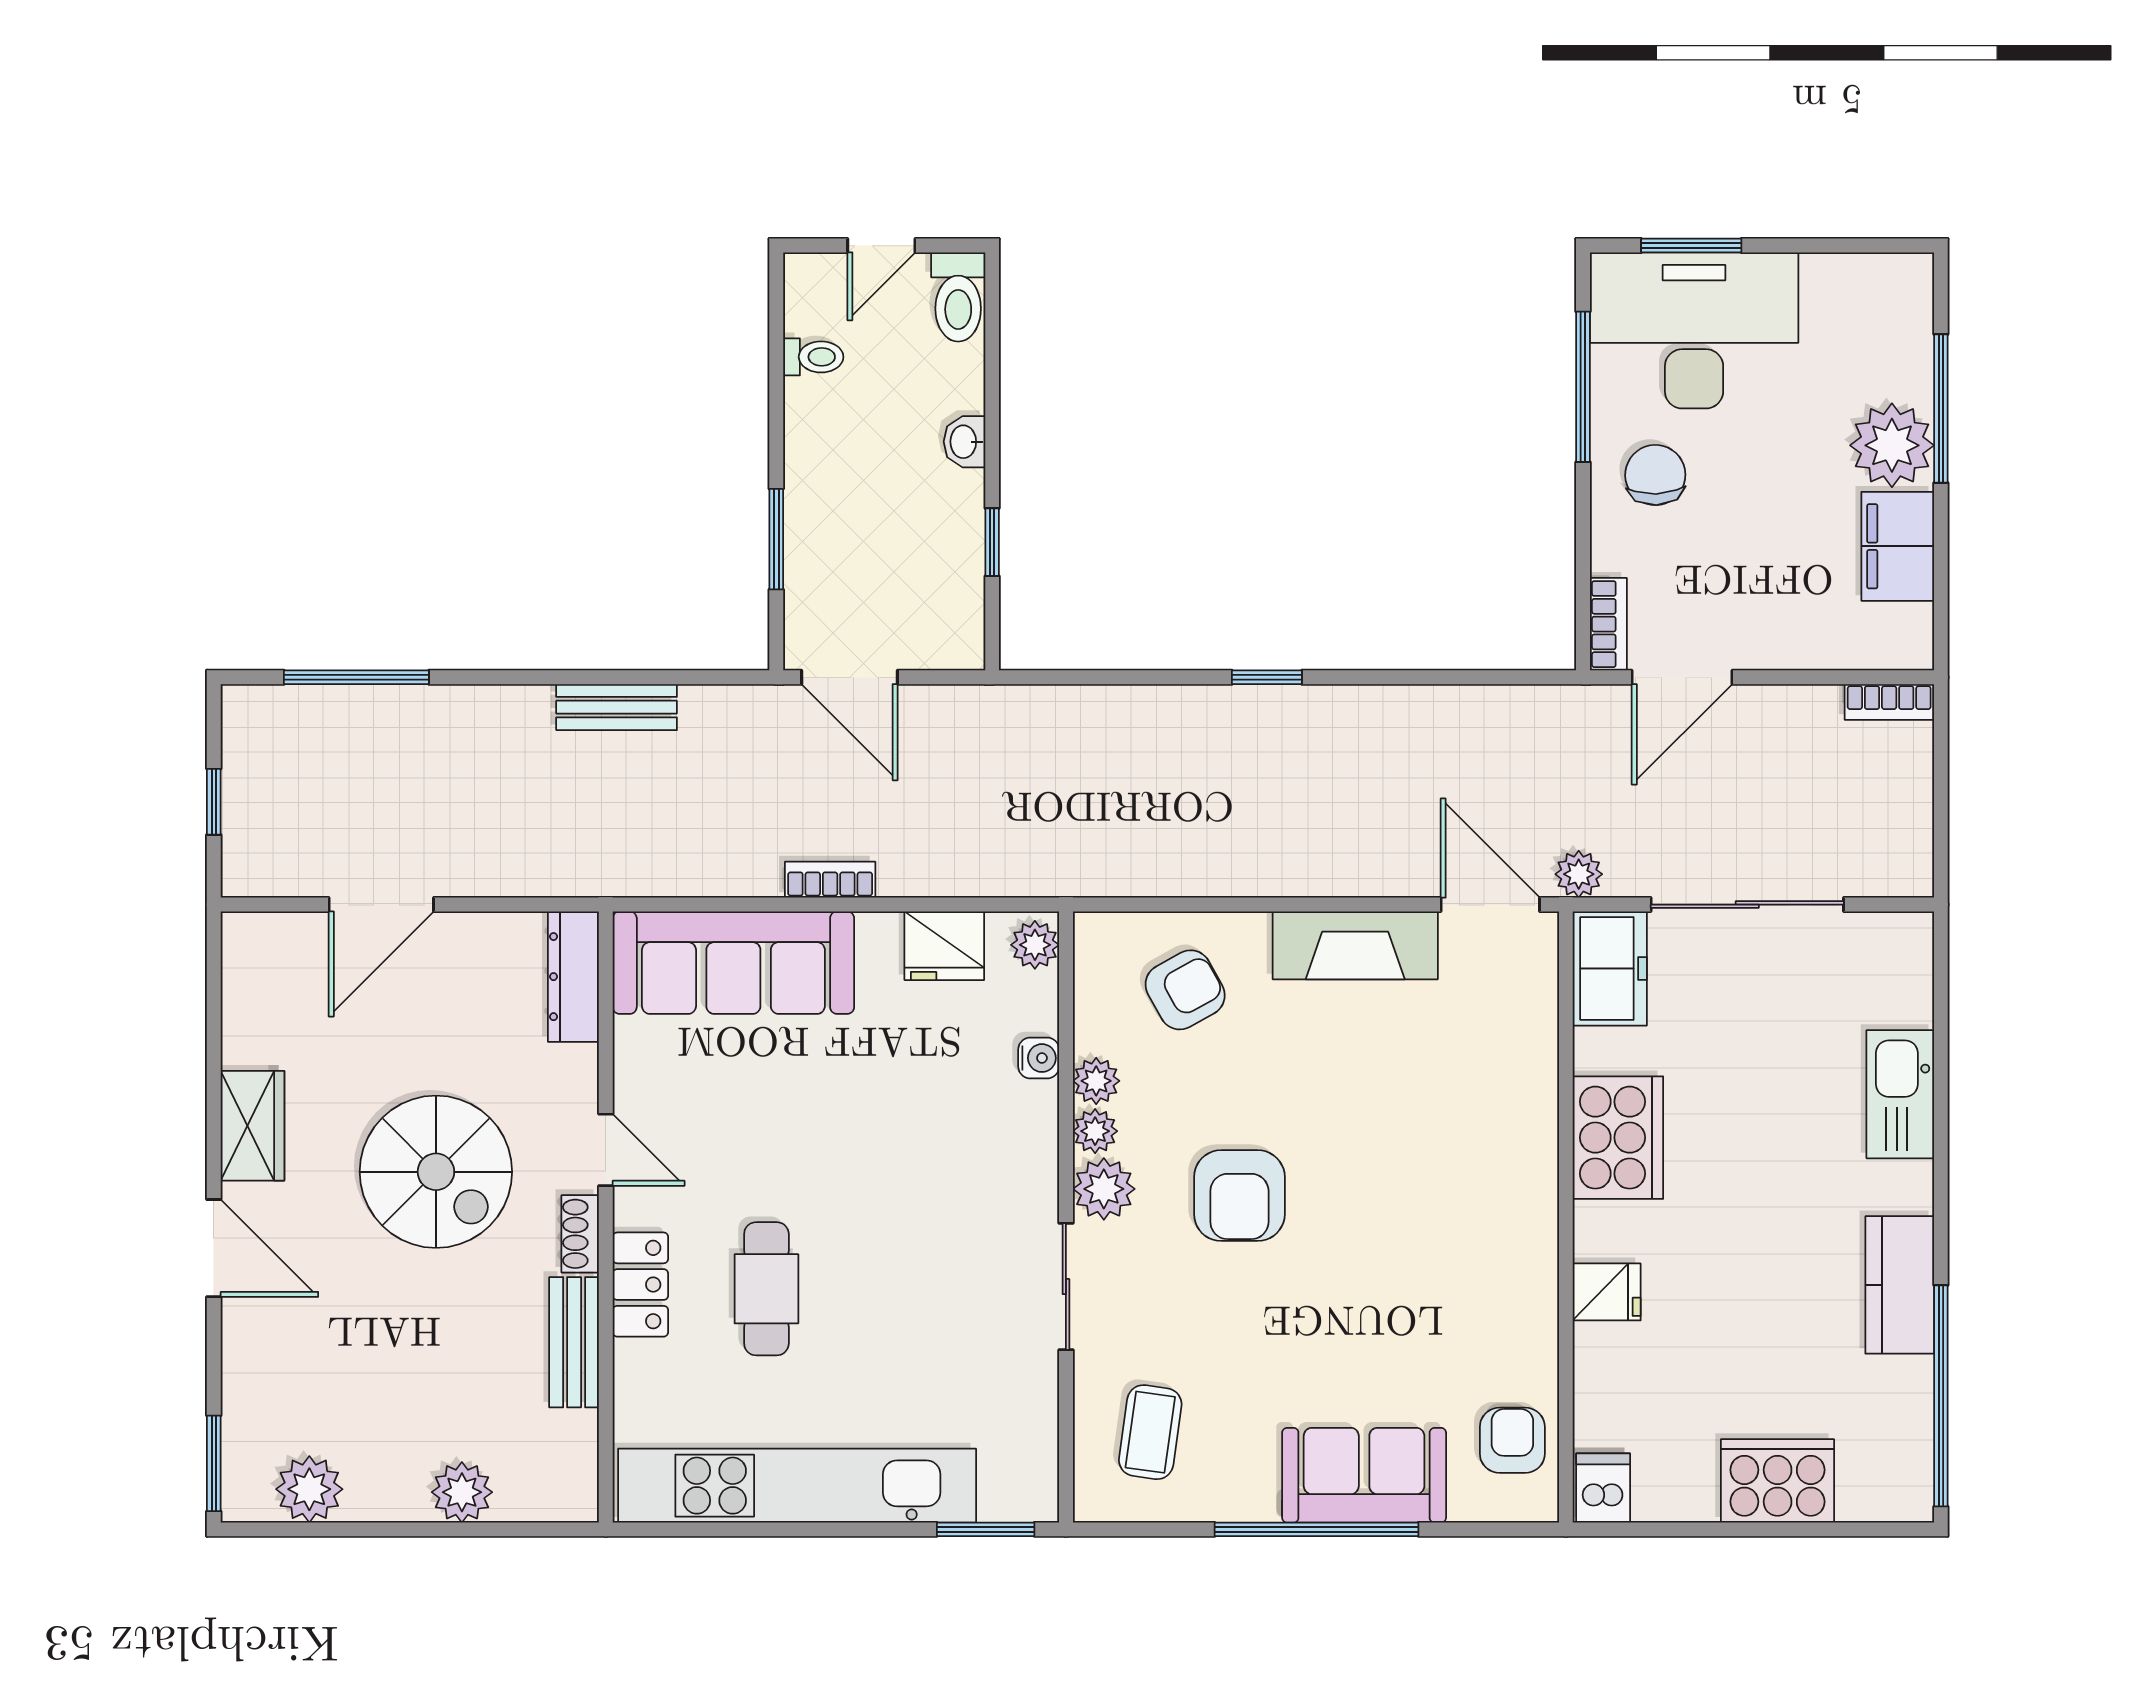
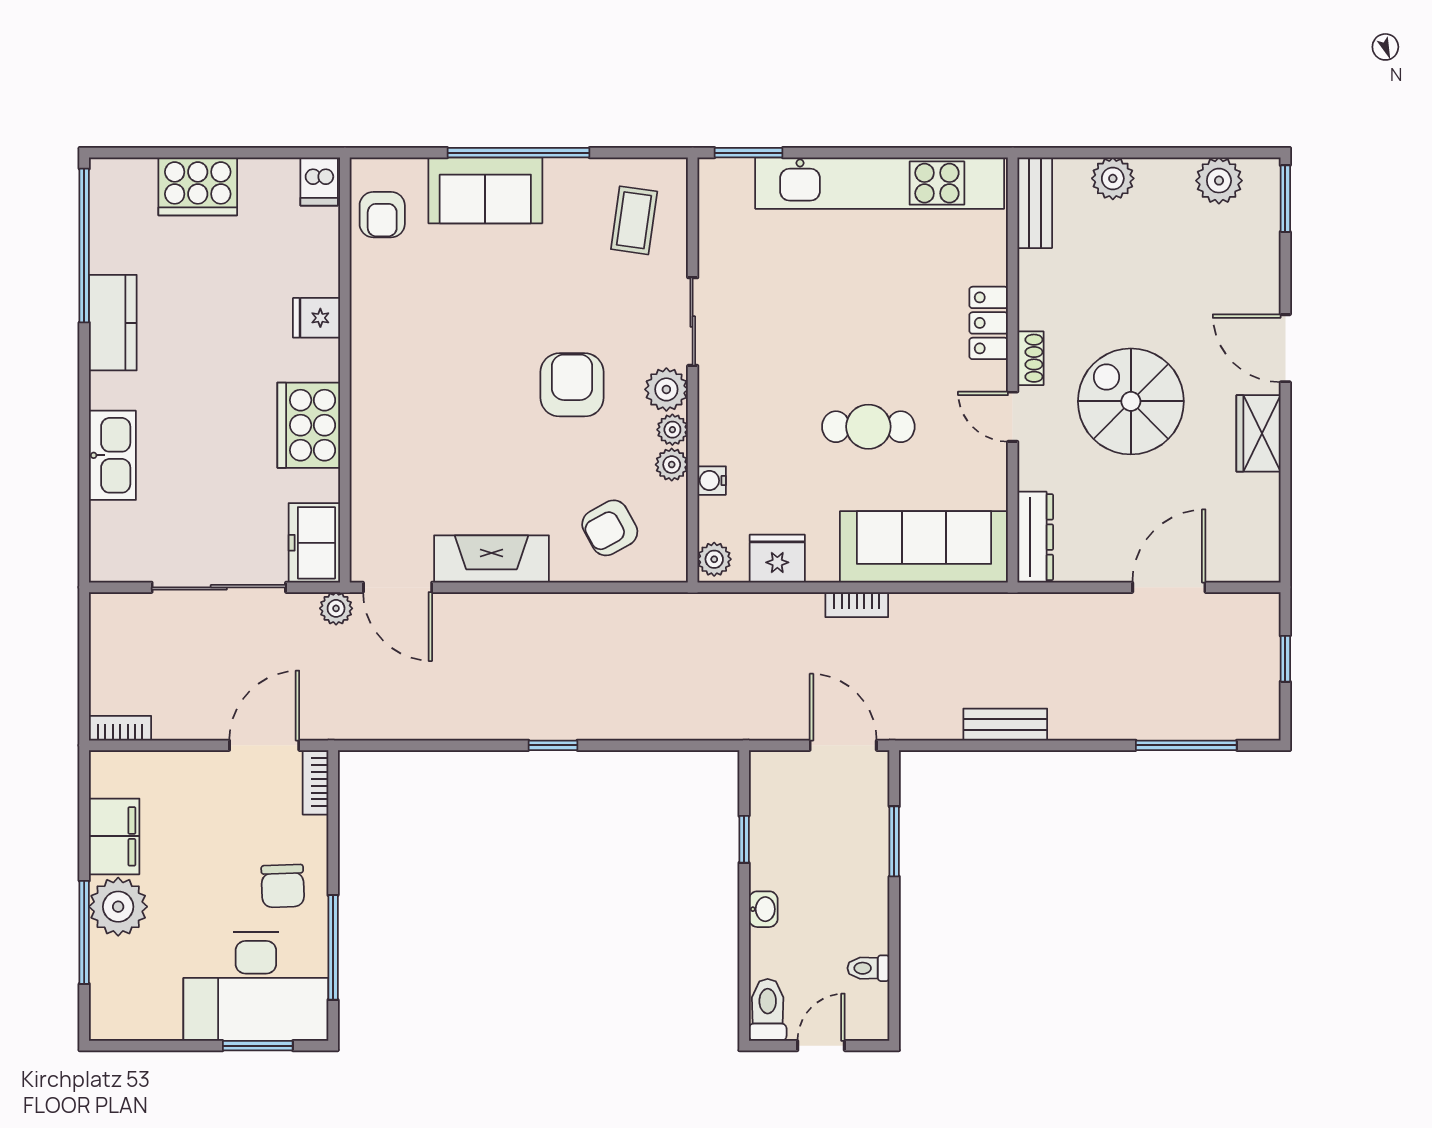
cafe table: (766, 1289) -> (868, 427), moved, turned 90
bench: (574, 1342) -> (1035, 203), moved

